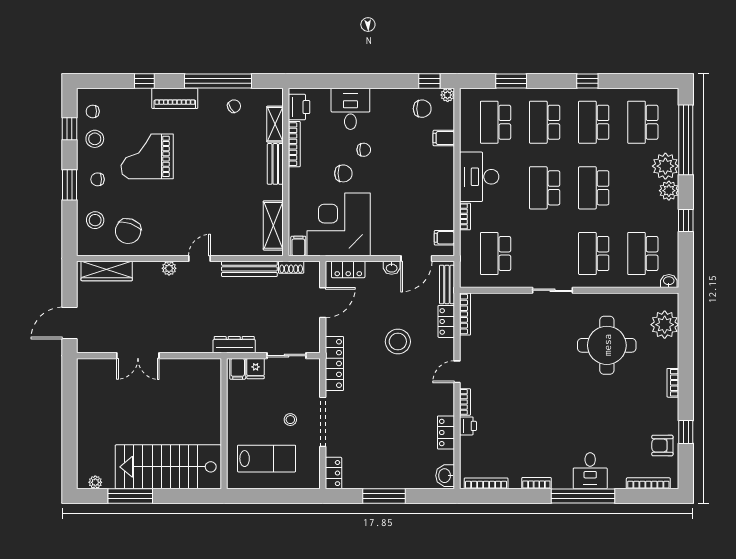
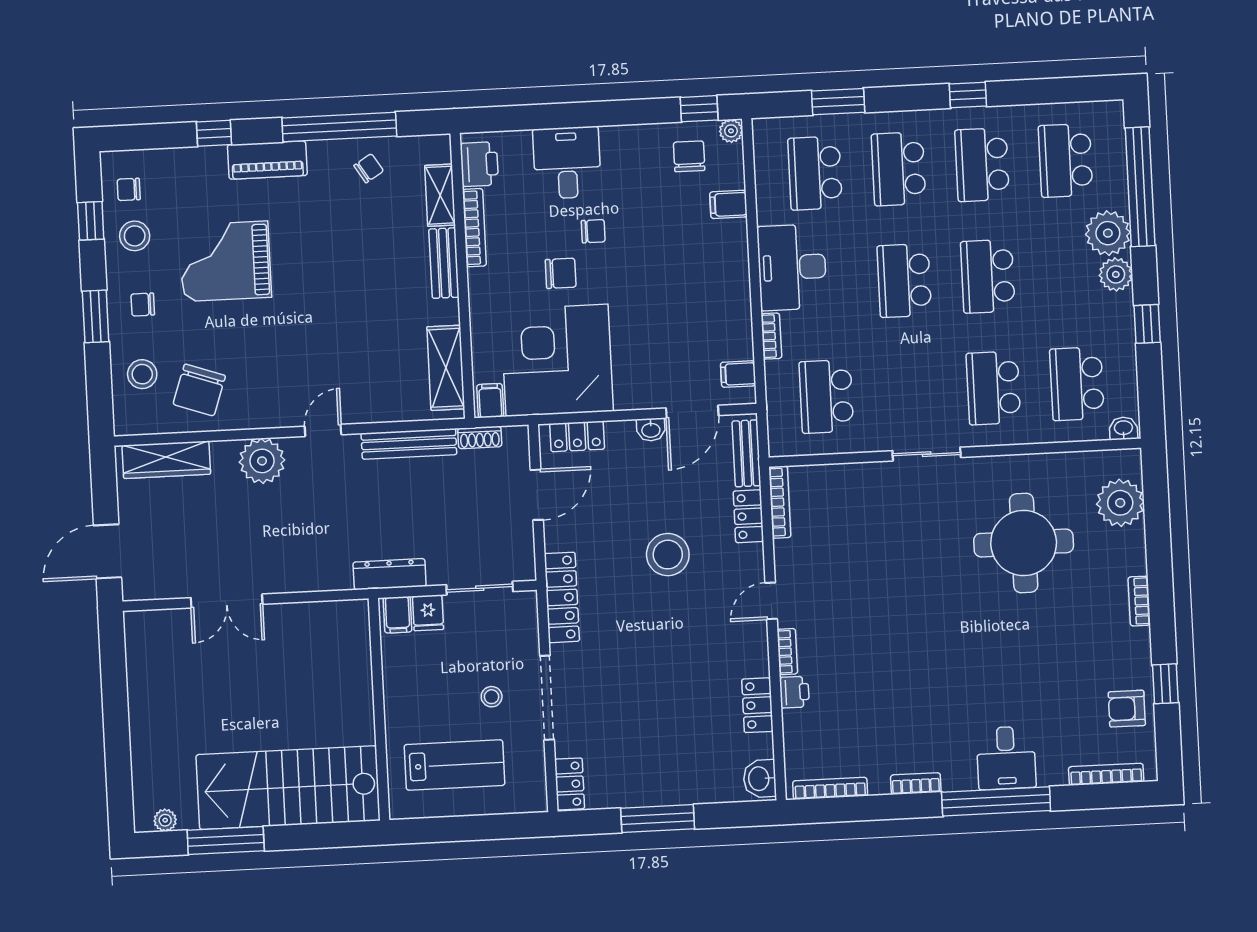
chair: (422, 109) -> (689, 156), turned -90
plant: (169, 268) -> (262, 461), width x1.88, depth x1.88

